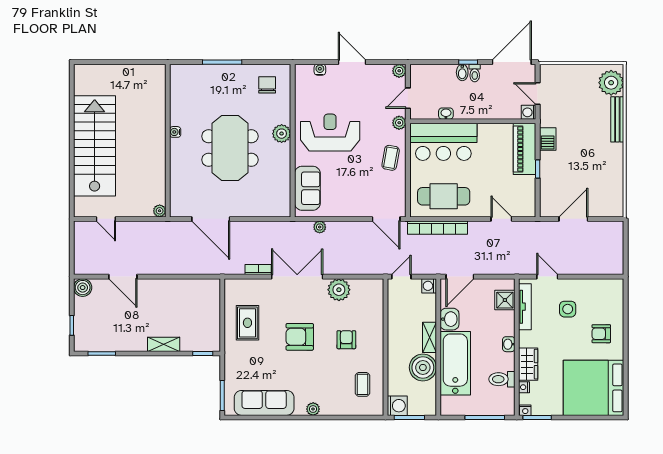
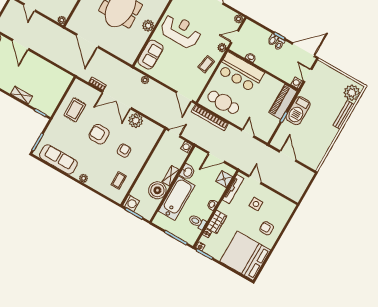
plant: (282, 134) -> (148, 26), moved
barbecue: (548, 139) -> (298, 111), width x1.88, depth x1.53
door: (573, 219) -> (288, 156), hinge flipped
double door: (297, 277) -> (117, 100), swing flipped
door: (460, 277) -> (216, 157), moved

